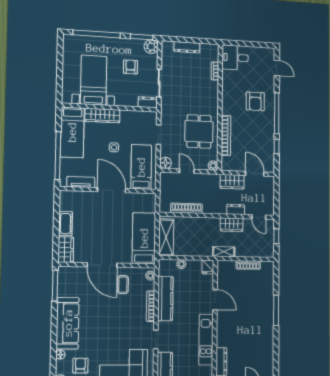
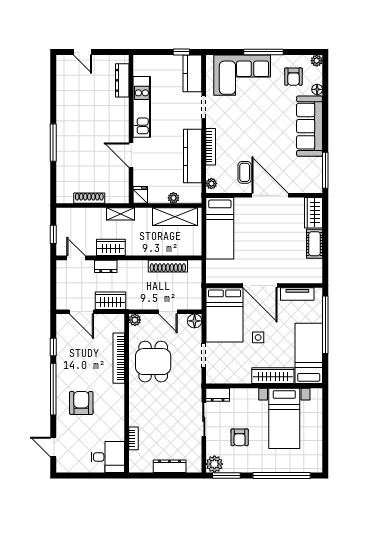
bed: (141, 167) -> (225, 315), width x1.50
shelving: (166, 237) -> (175, 217), moved, turned 90

